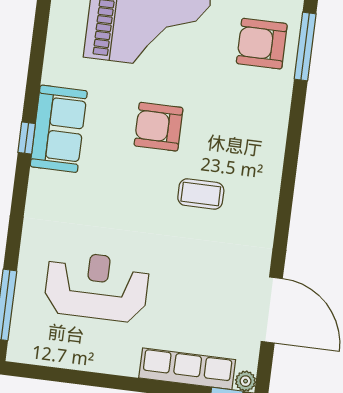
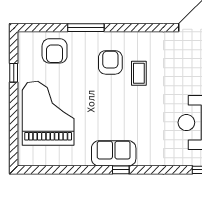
window: (305, 46) -> (86, 28), moved
armchair: (158, 127) -> (110, 62), moved, turned 180

